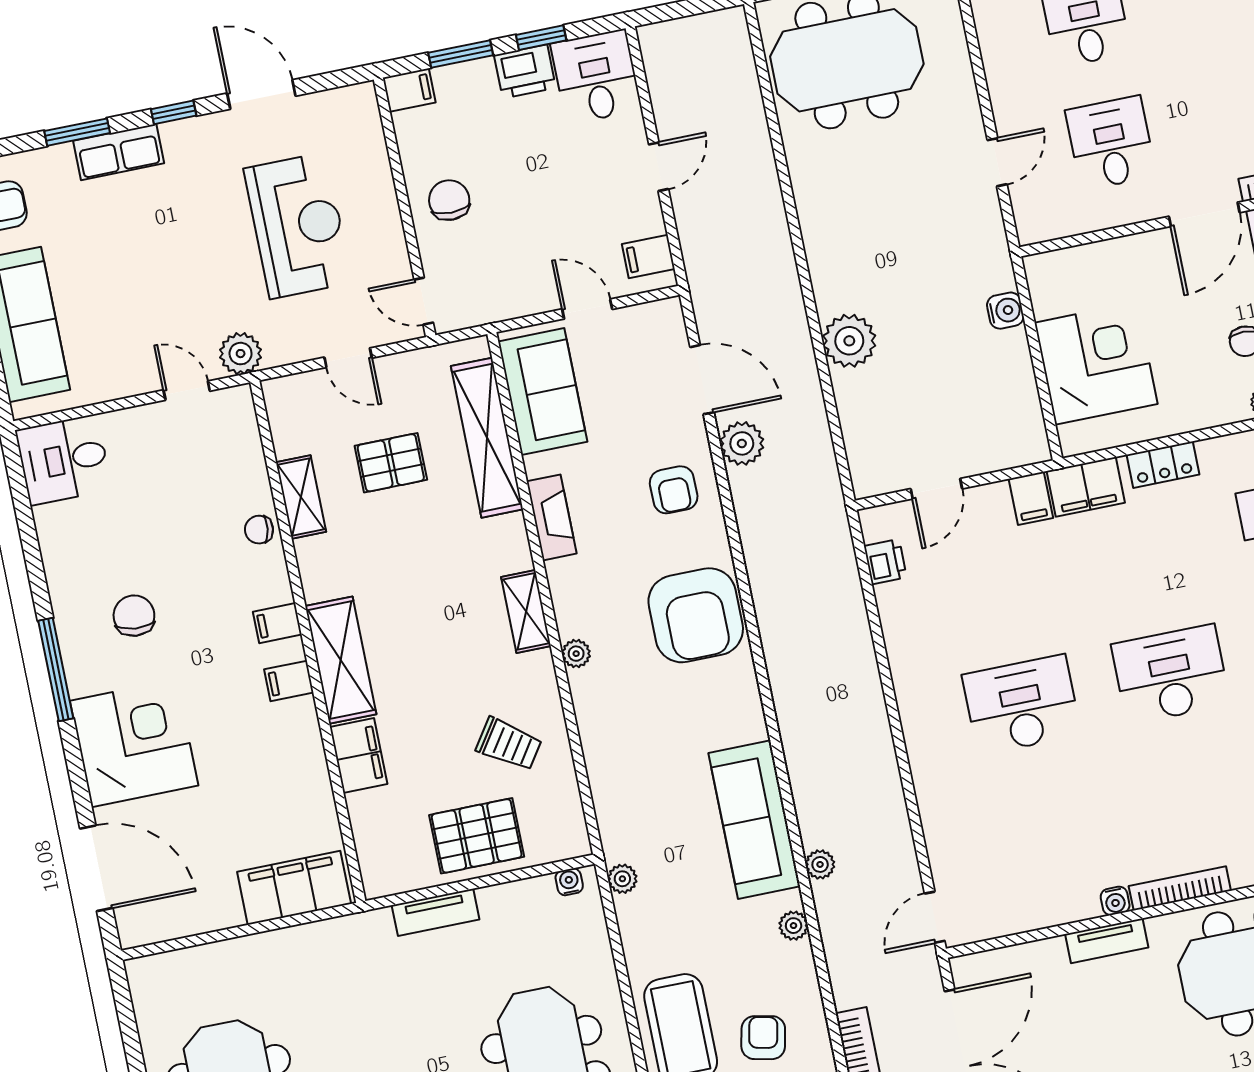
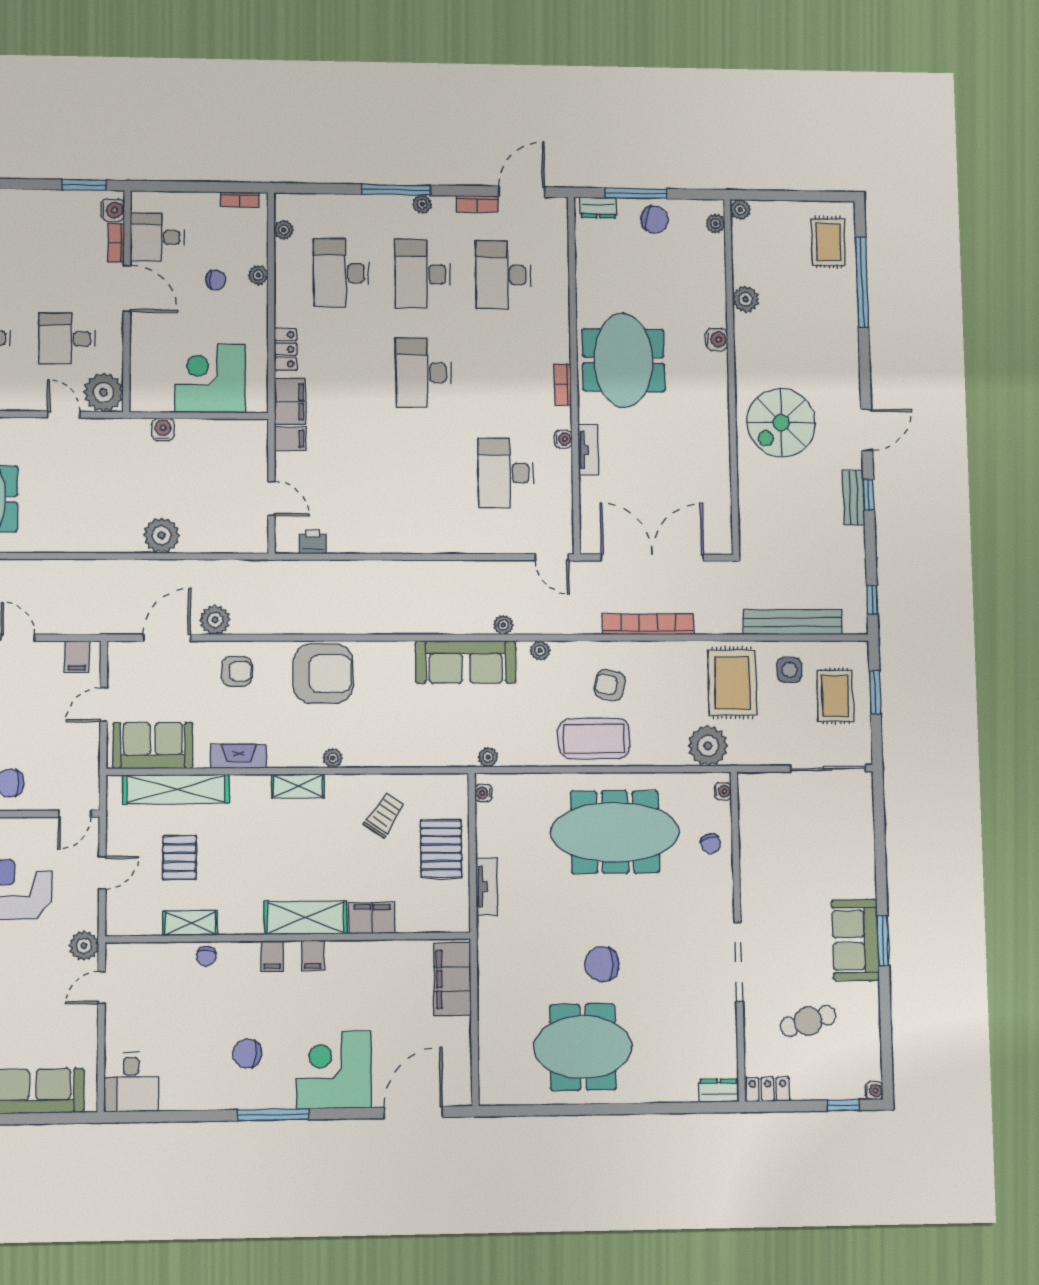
plant: (1042, 213) -> (103, 392), added
desk: (1022, 705) -> (506, 473), moved
bookcase: (1180, 888) -> (563, 384), width x0.64

